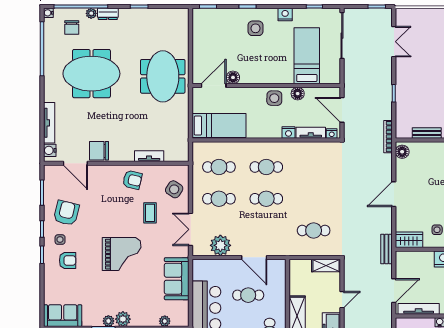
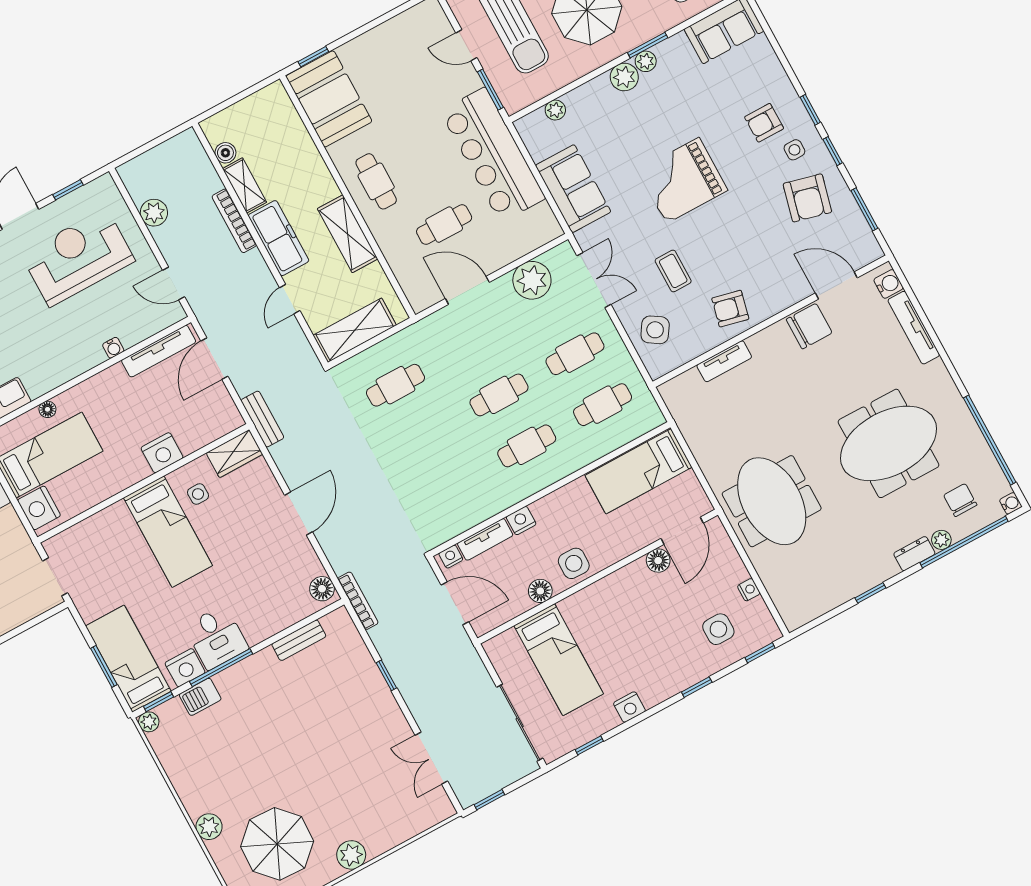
side table: (256, 28) -> (718, 629), moved
nightstand: (197, 40) -> (749, 590), added
shelving: (326, 265) -> (355, 330), width x1.50, depth x1.33

